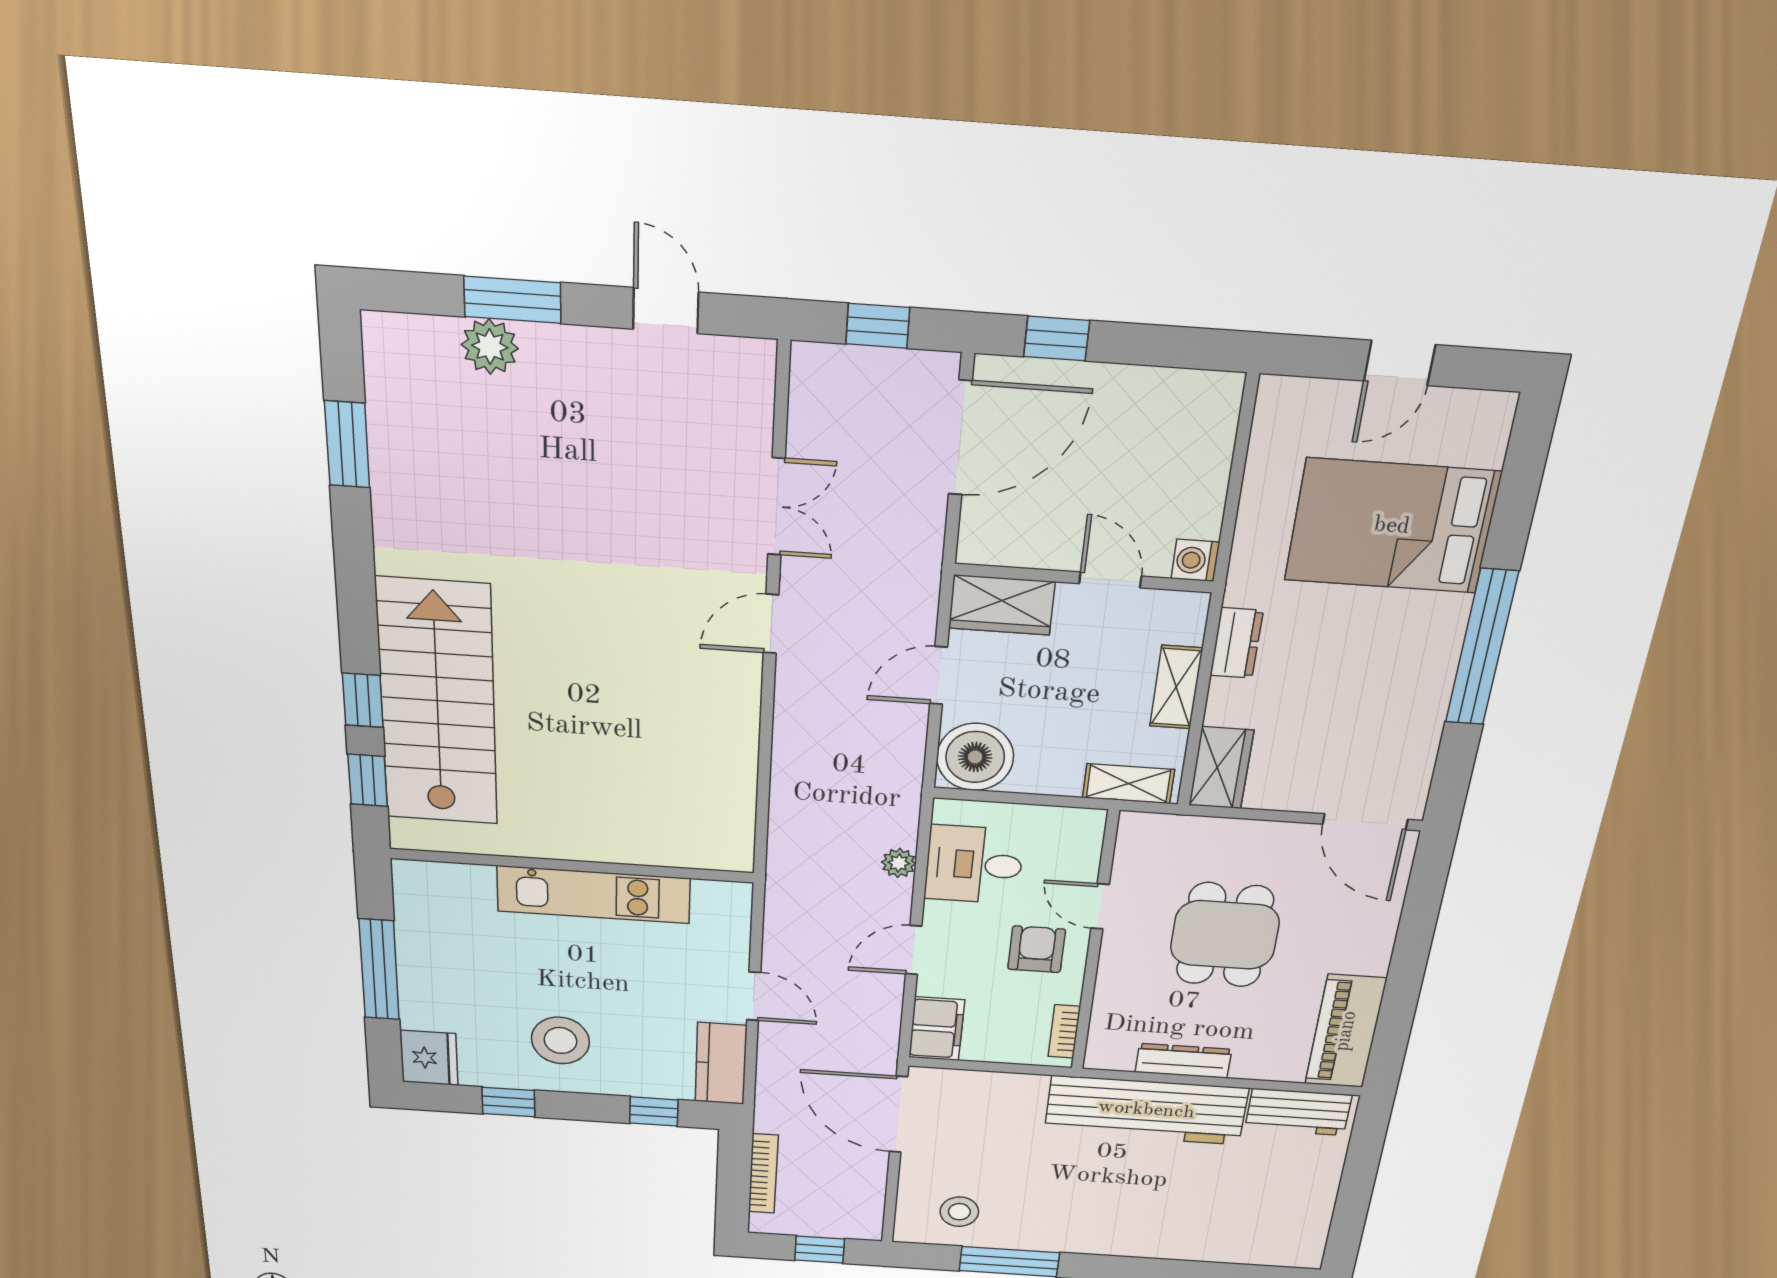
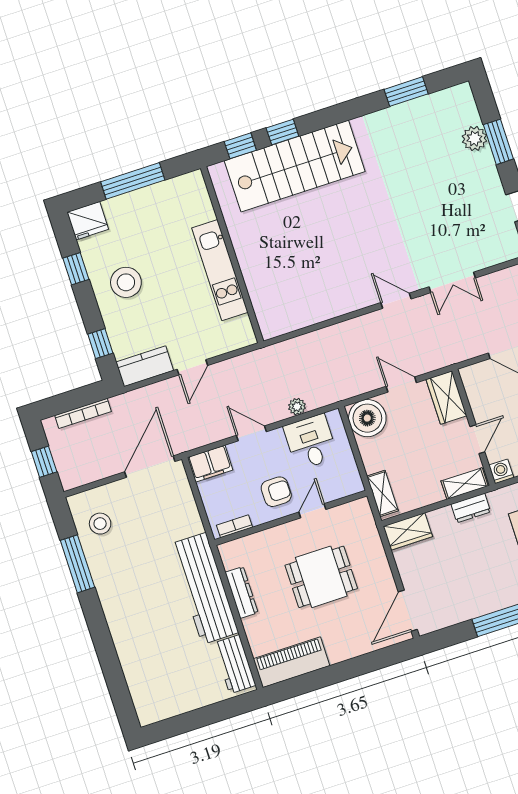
shelving: (1176, 687) -> (465, 484), moved

